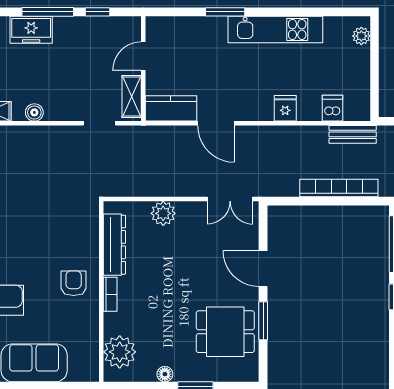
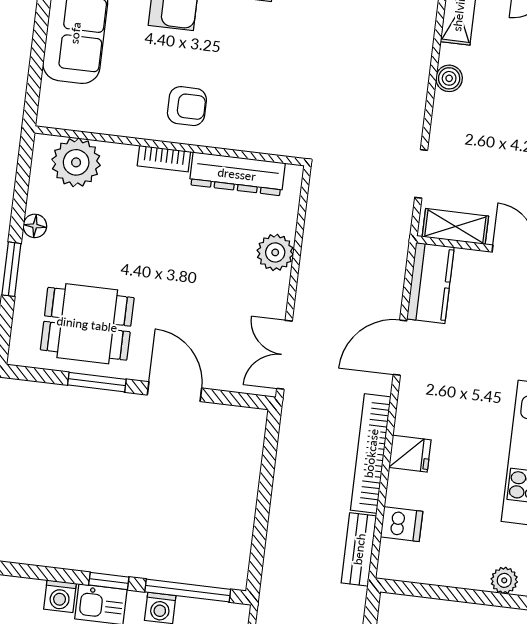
bookcase: (339, 188) -> (371, 453), moved, turned 180
door: (263, 269) -> (174, 392), hinge flipped
dining table: (225, 332) -> (87, 324), turned 90

